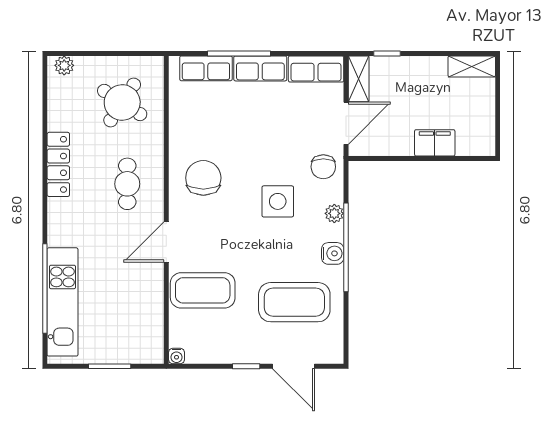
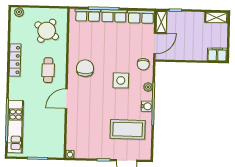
filing cabinet: (435, 143) -> (217, 54), moved
coffee table: (203, 290) -> (83, 123), removed

